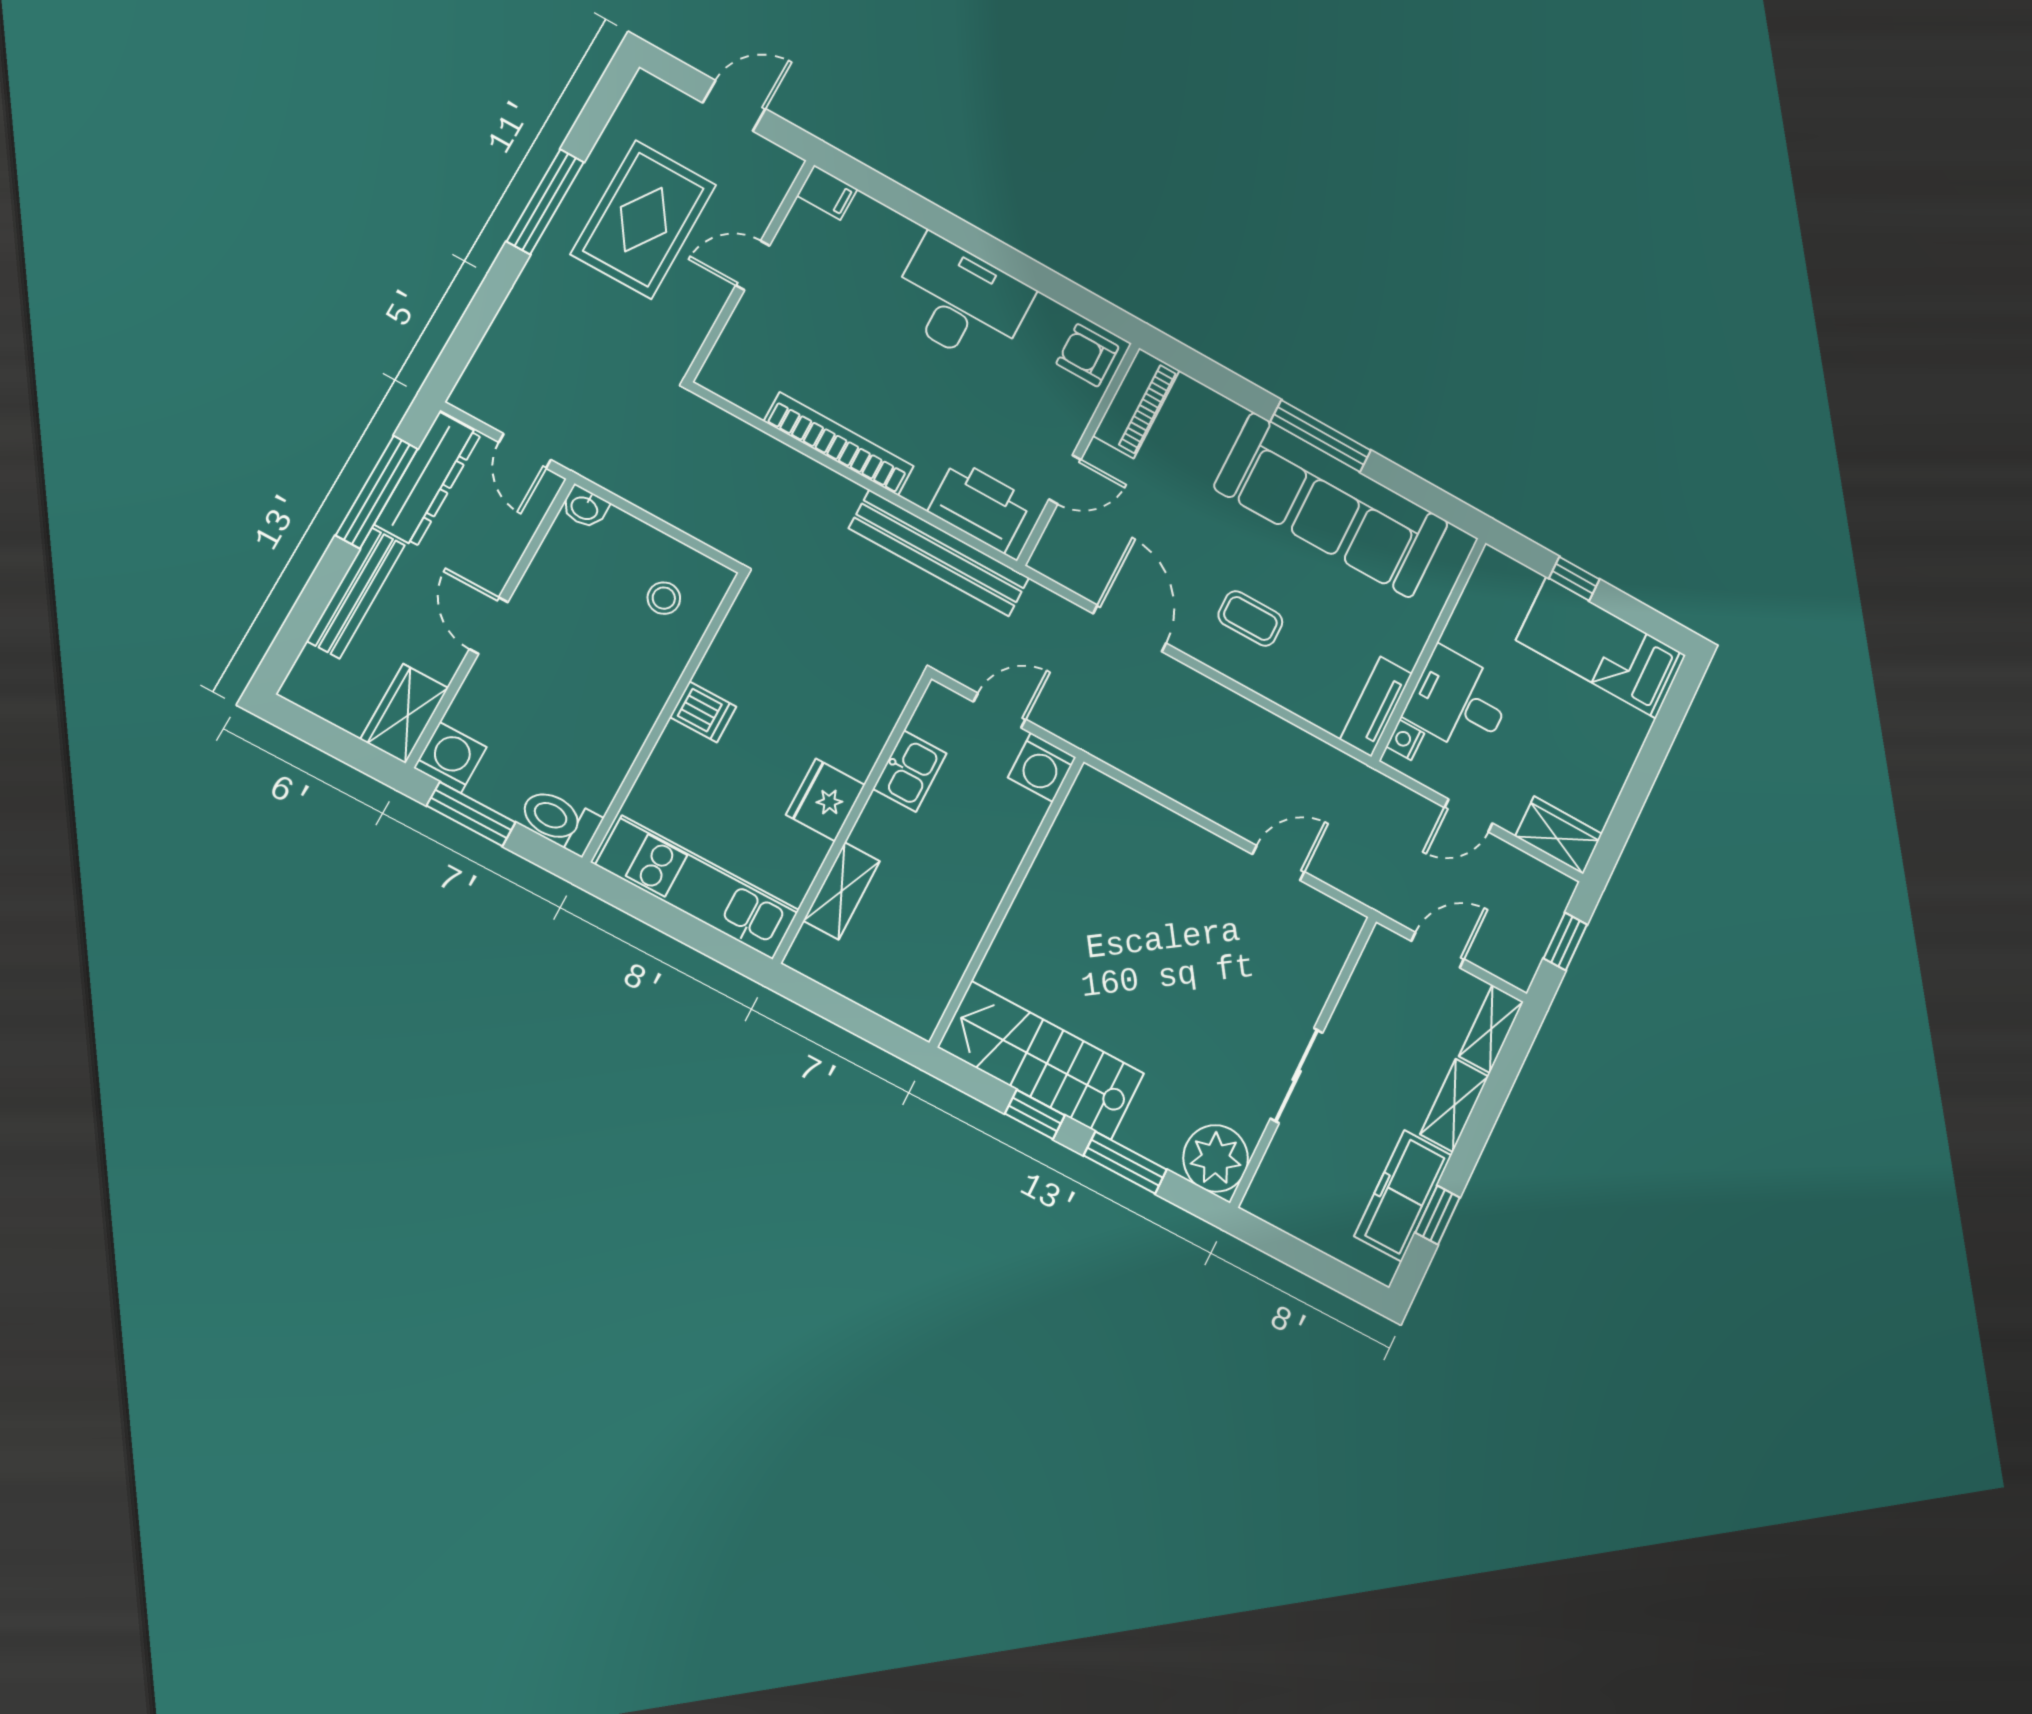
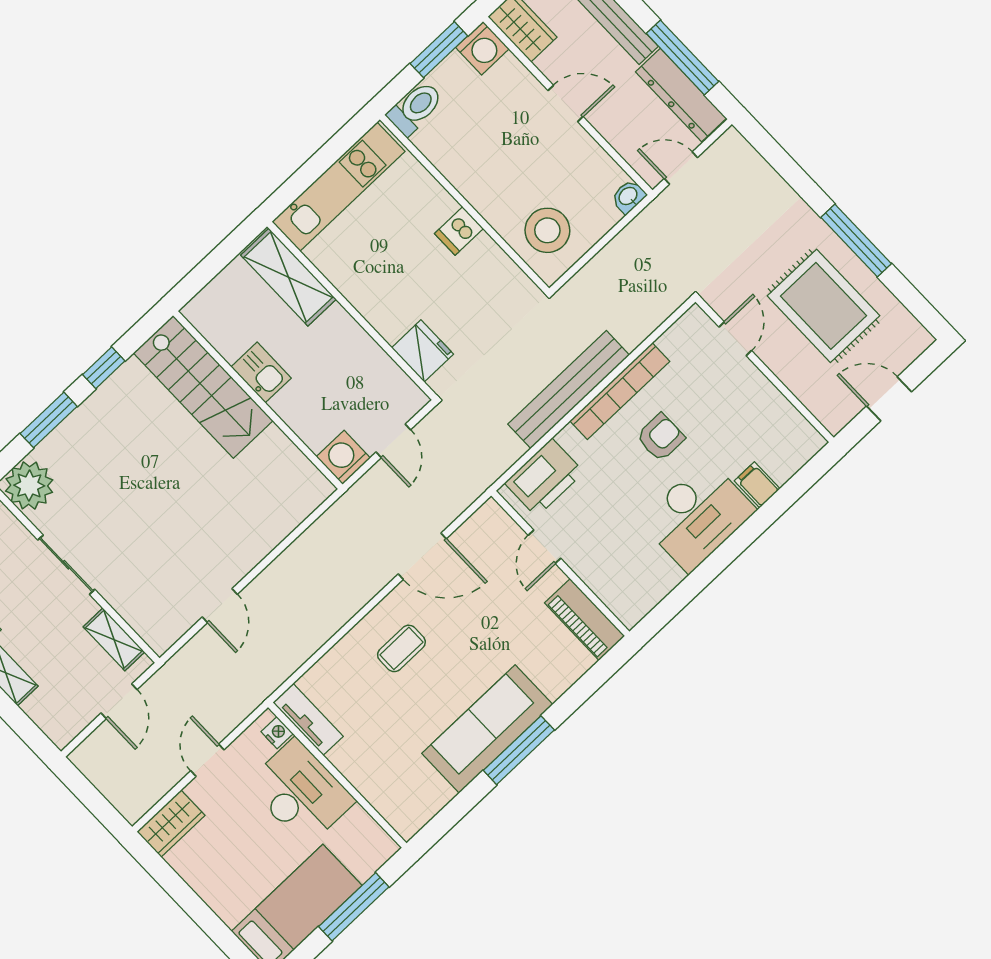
door: (734, 106) -> (889, 399), swing flipped
filing cabinet: (827, 192) -> (757, 485), moved, turned 90
door: (753, 266) -> (735, 339), moved
armchair: (1088, 355) -> (661, 437), moved
sofa: (1331, 505) -> (487, 729), width x0.74, depth x0.79
bench: (939, 553) -> (569, 390), moved
window: (1574, 579) -> (354, 907), width x2.17
stool: (664, 598) -> (547, 230), width x1.89, depth x1.89
desk: (1459, 701) -> (300, 793), width x1.37
kitchen sink: (910, 771) -> (261, 372), moved, turned 180
fridge: (825, 800) -> (422, 351), moved
shelving: (842, 891) -> (288, 277), width x1.50, depth x1.33
window: (1565, 941) -> (93, 800), removed
shelving: (1491, 1029) -> (114, 639), moved
stairs: (1041, 1060) -> (203, 387), moved, turned 90

